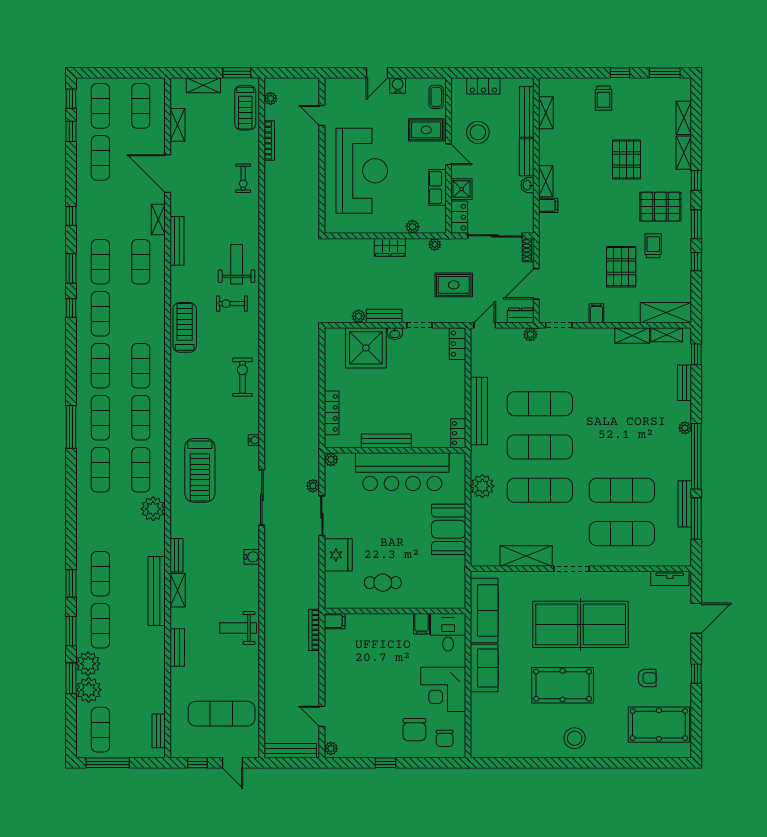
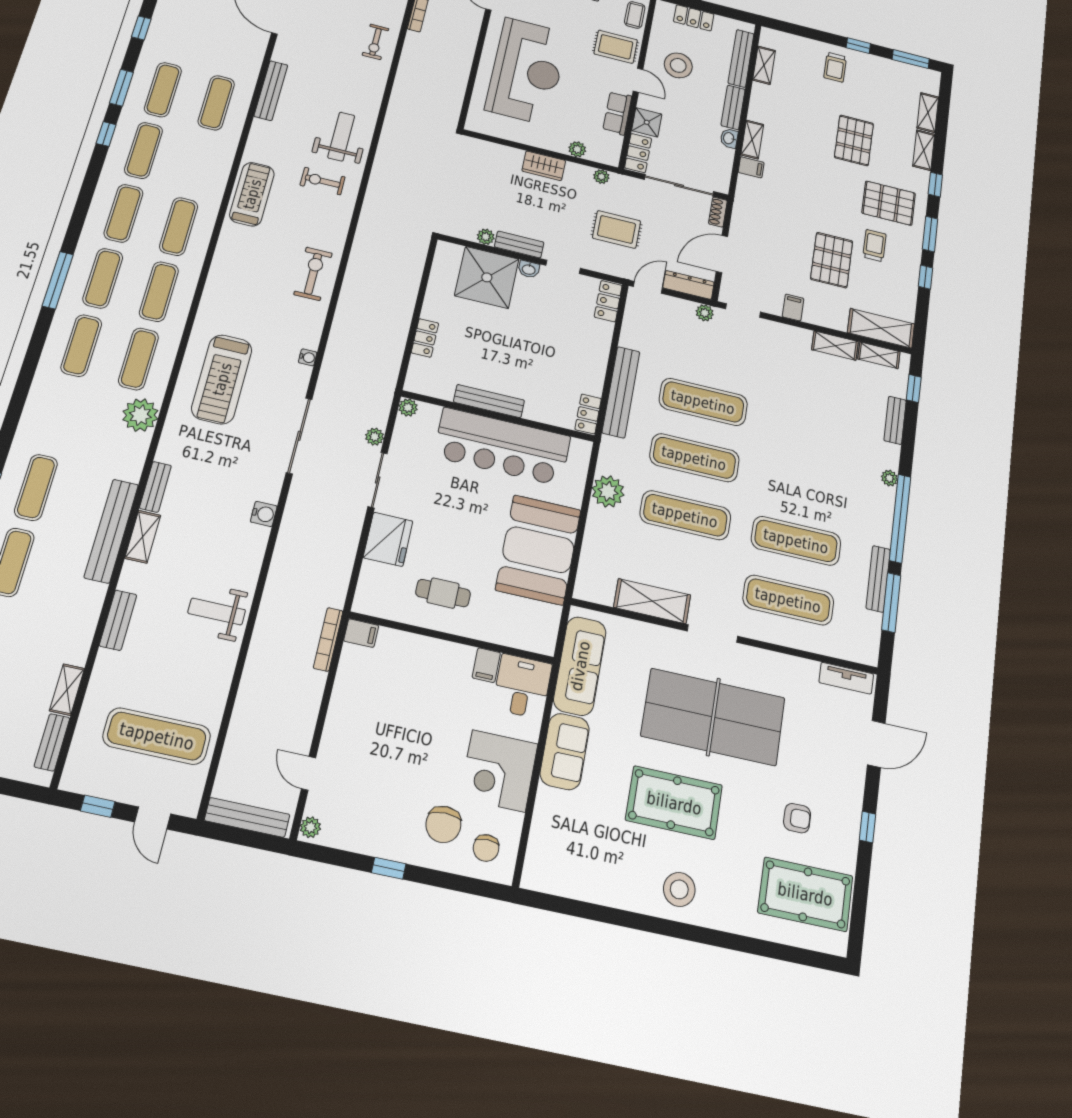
shelving: (158, 220) -> (67, 690), moved
dresser: (521, 315) -> (689, 285), width x1.44
locker: (332, 413) -> (425, 338), width x0.66
booth: (449, 529) -> (538, 550), width x1.36, depth x1.42

